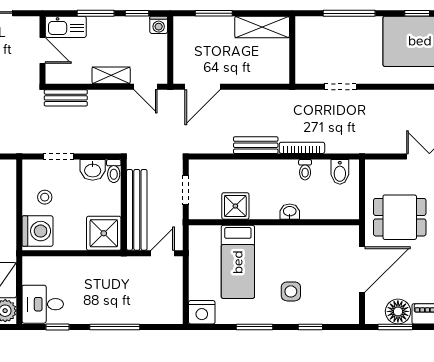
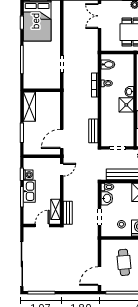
washing machine: (159, 25) -> (28, 175), moved
kitchen sink: (66, 27) -> (29, 191), moved
shelving: (111, 75) -> (56, 209), moved
door: (203, 87) -> (62, 139), swing flipped
bench: (256, 145) -> (93, 131), moved
shower: (235, 206) -> (126, 105), moved

